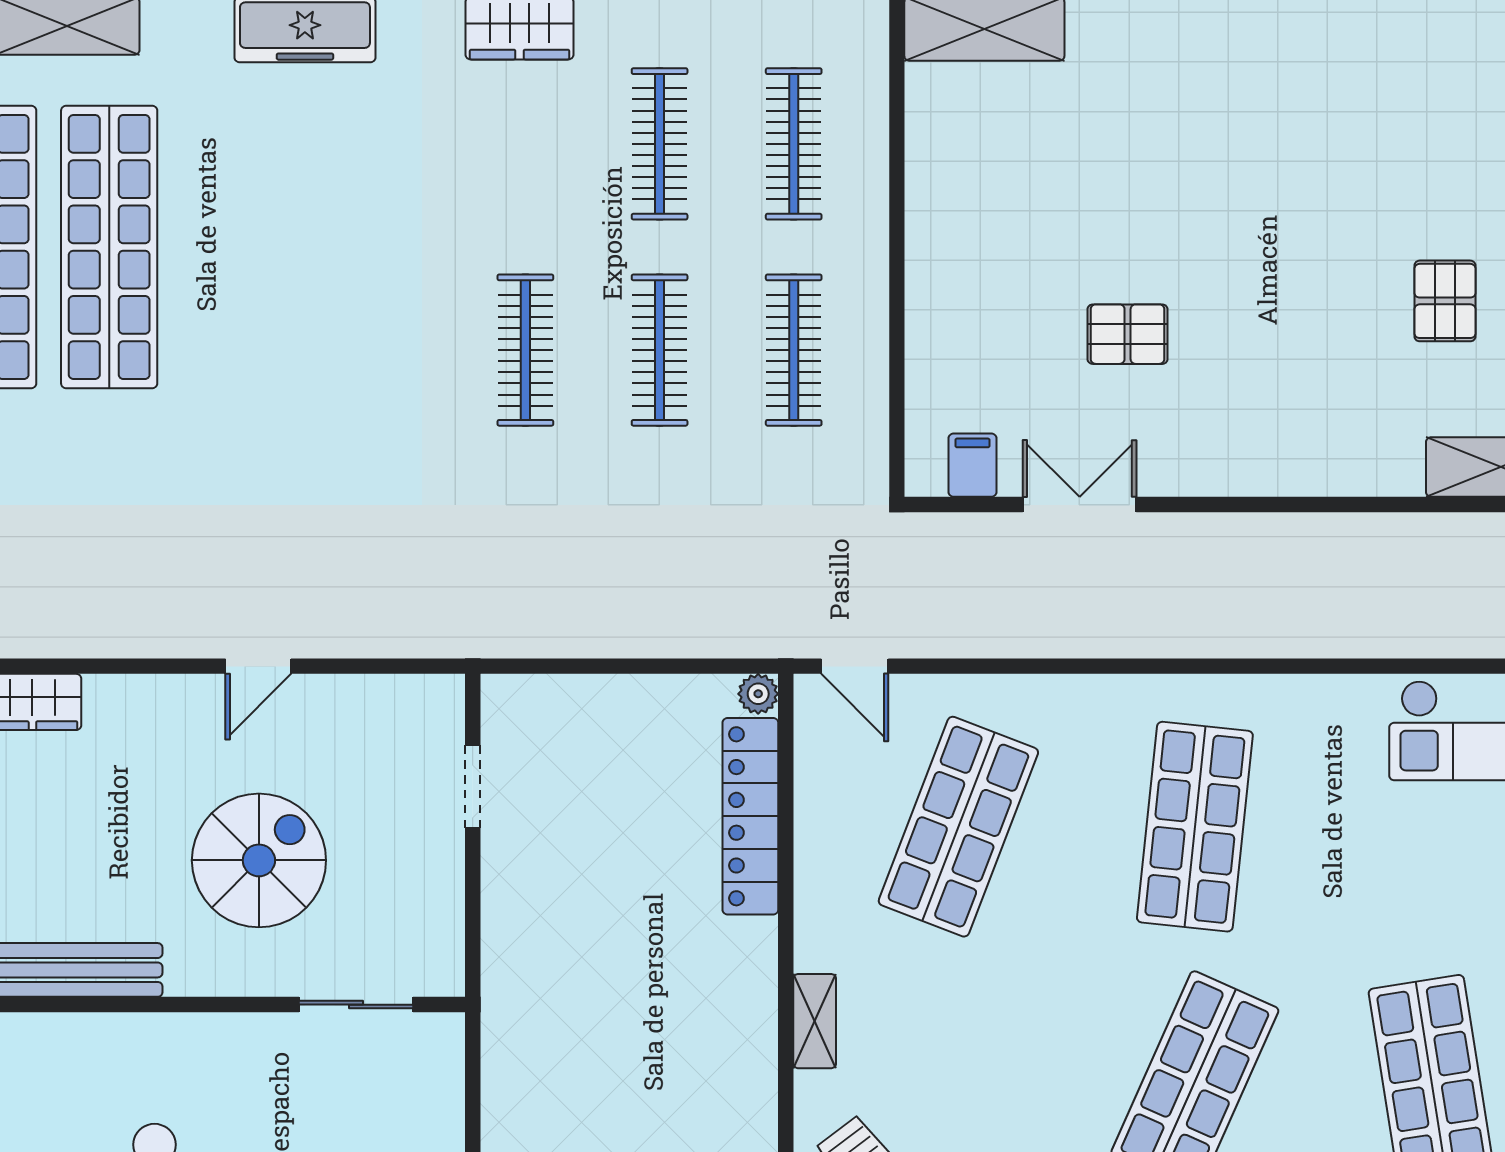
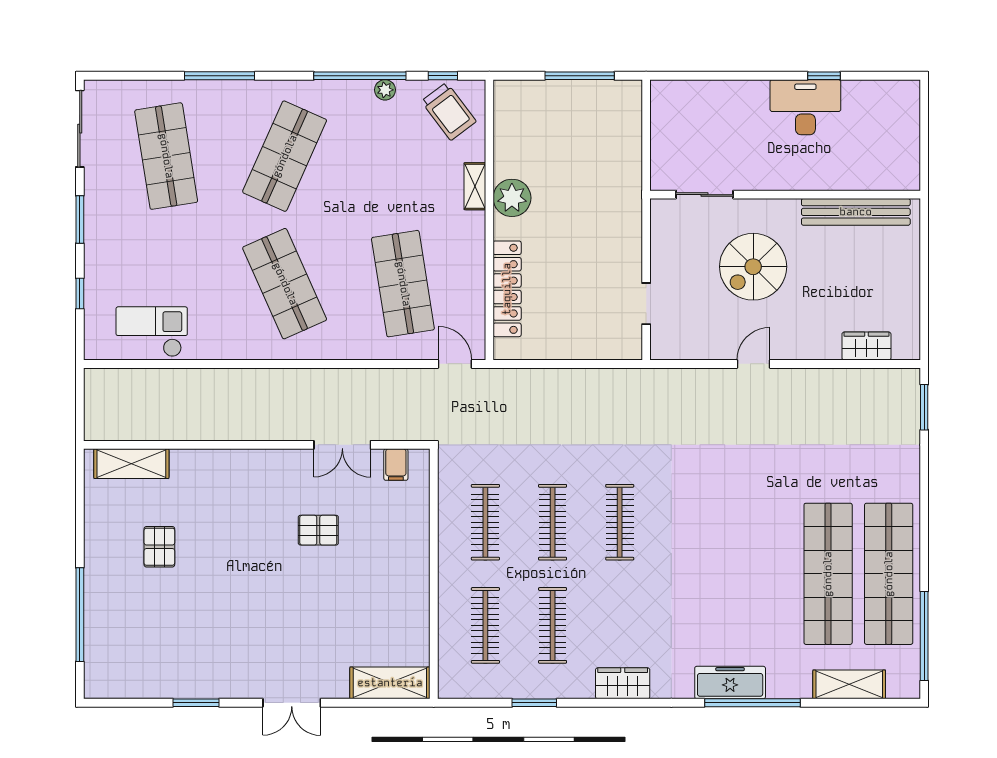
plant: (758, 694) -> (512, 198), moved, width x1.88, depth x1.88
shop shelf: (958, 827) -> (403, 284), turned -30
shop shelf: (1195, 827) -> (285, 284), turned -30

